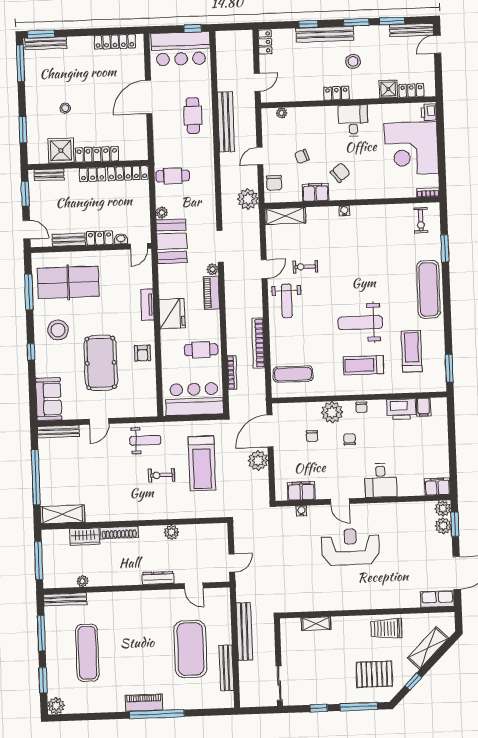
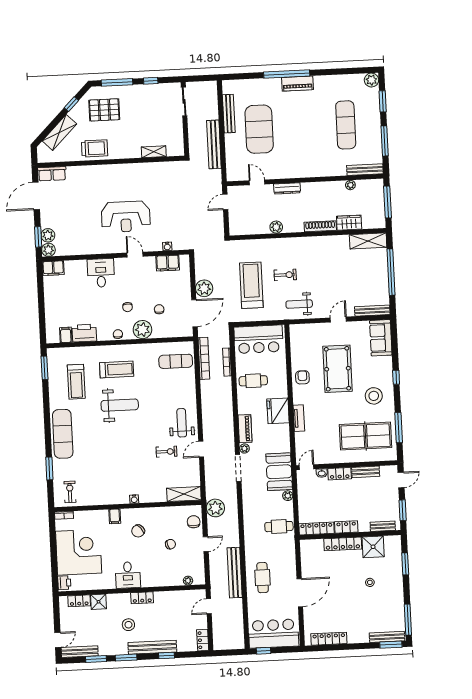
filing cabinet: (315, 192) -> (115, 516), moved, width x0.50
door: (27, 230) -> (401, 480), swing flipped
bookcase: (258, 343) -> (204, 358), moved

